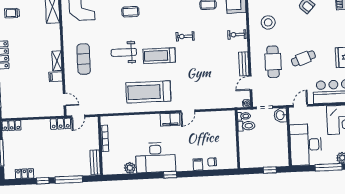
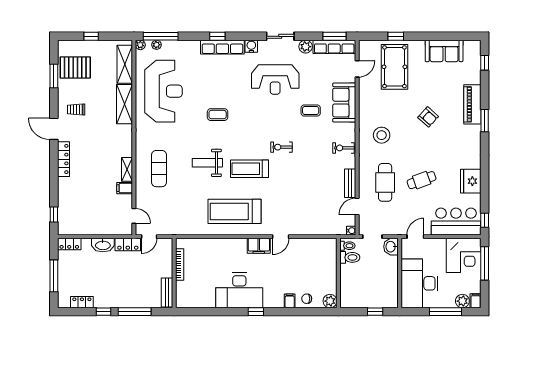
washbasin: (40, 125) -> (103, 245), added
plant: (130, 168) -> (330, 301), moved

